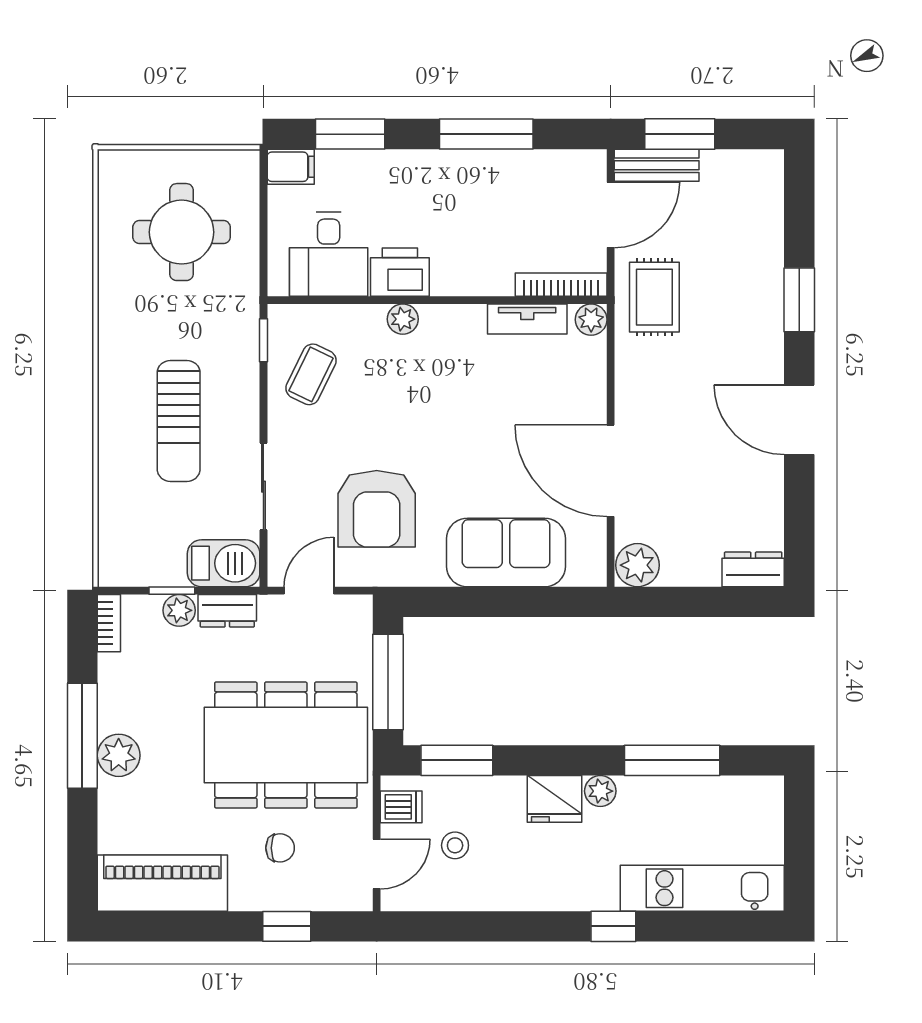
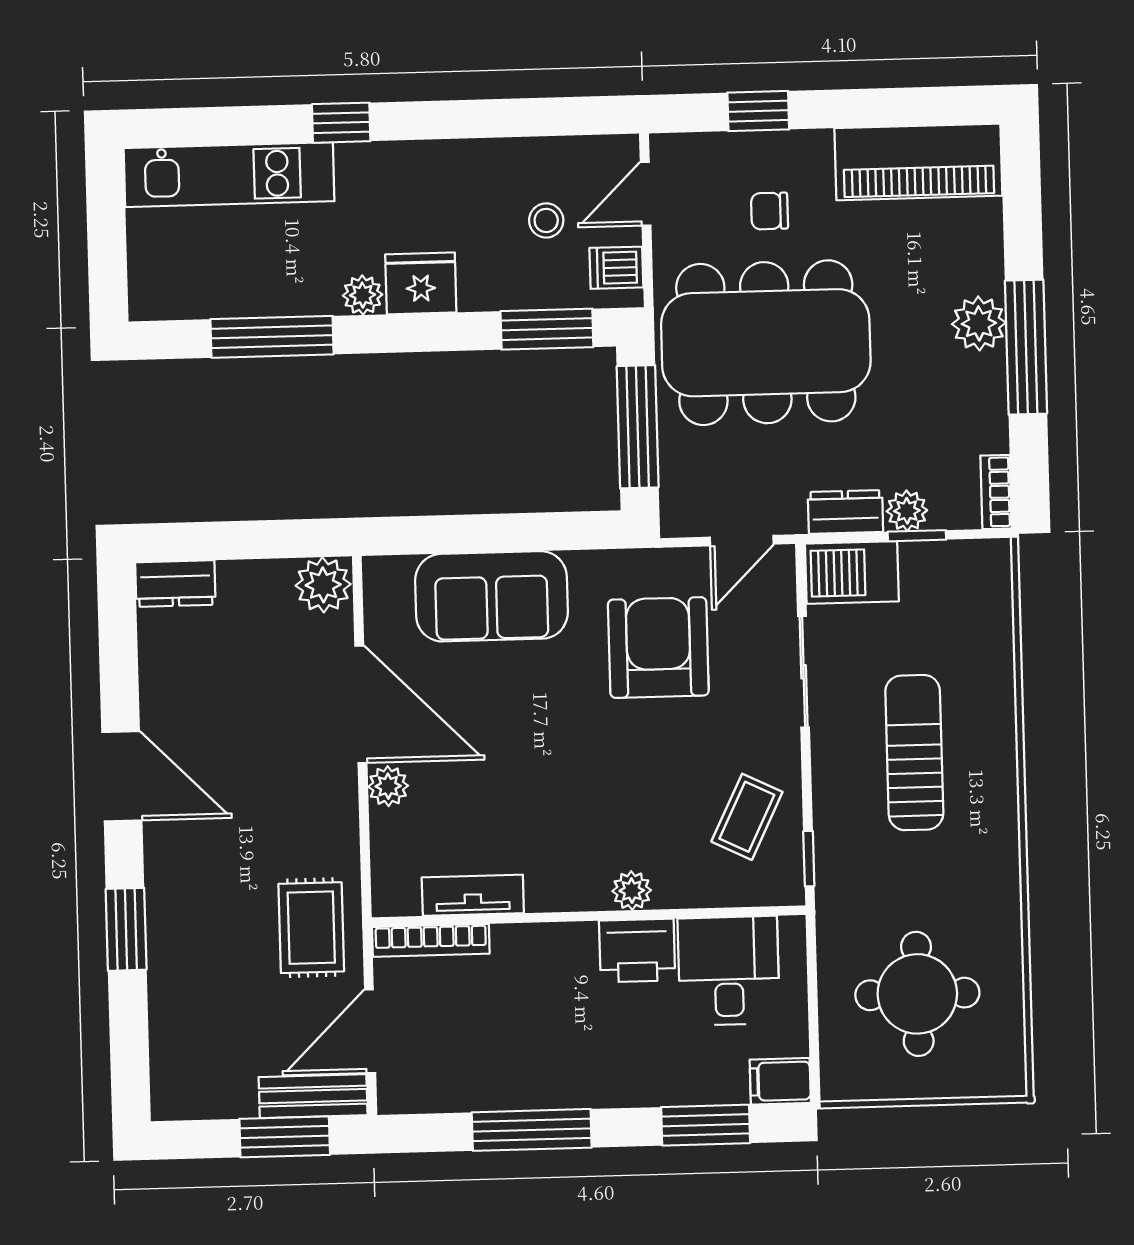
plant: (591, 320) -> (388, 786), moved

